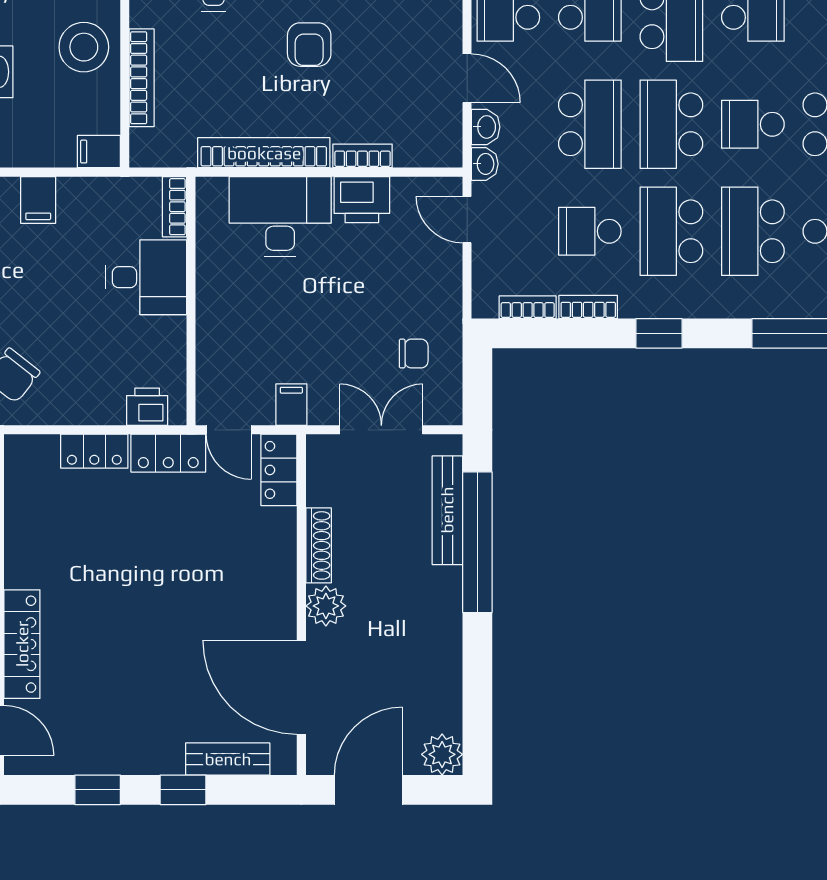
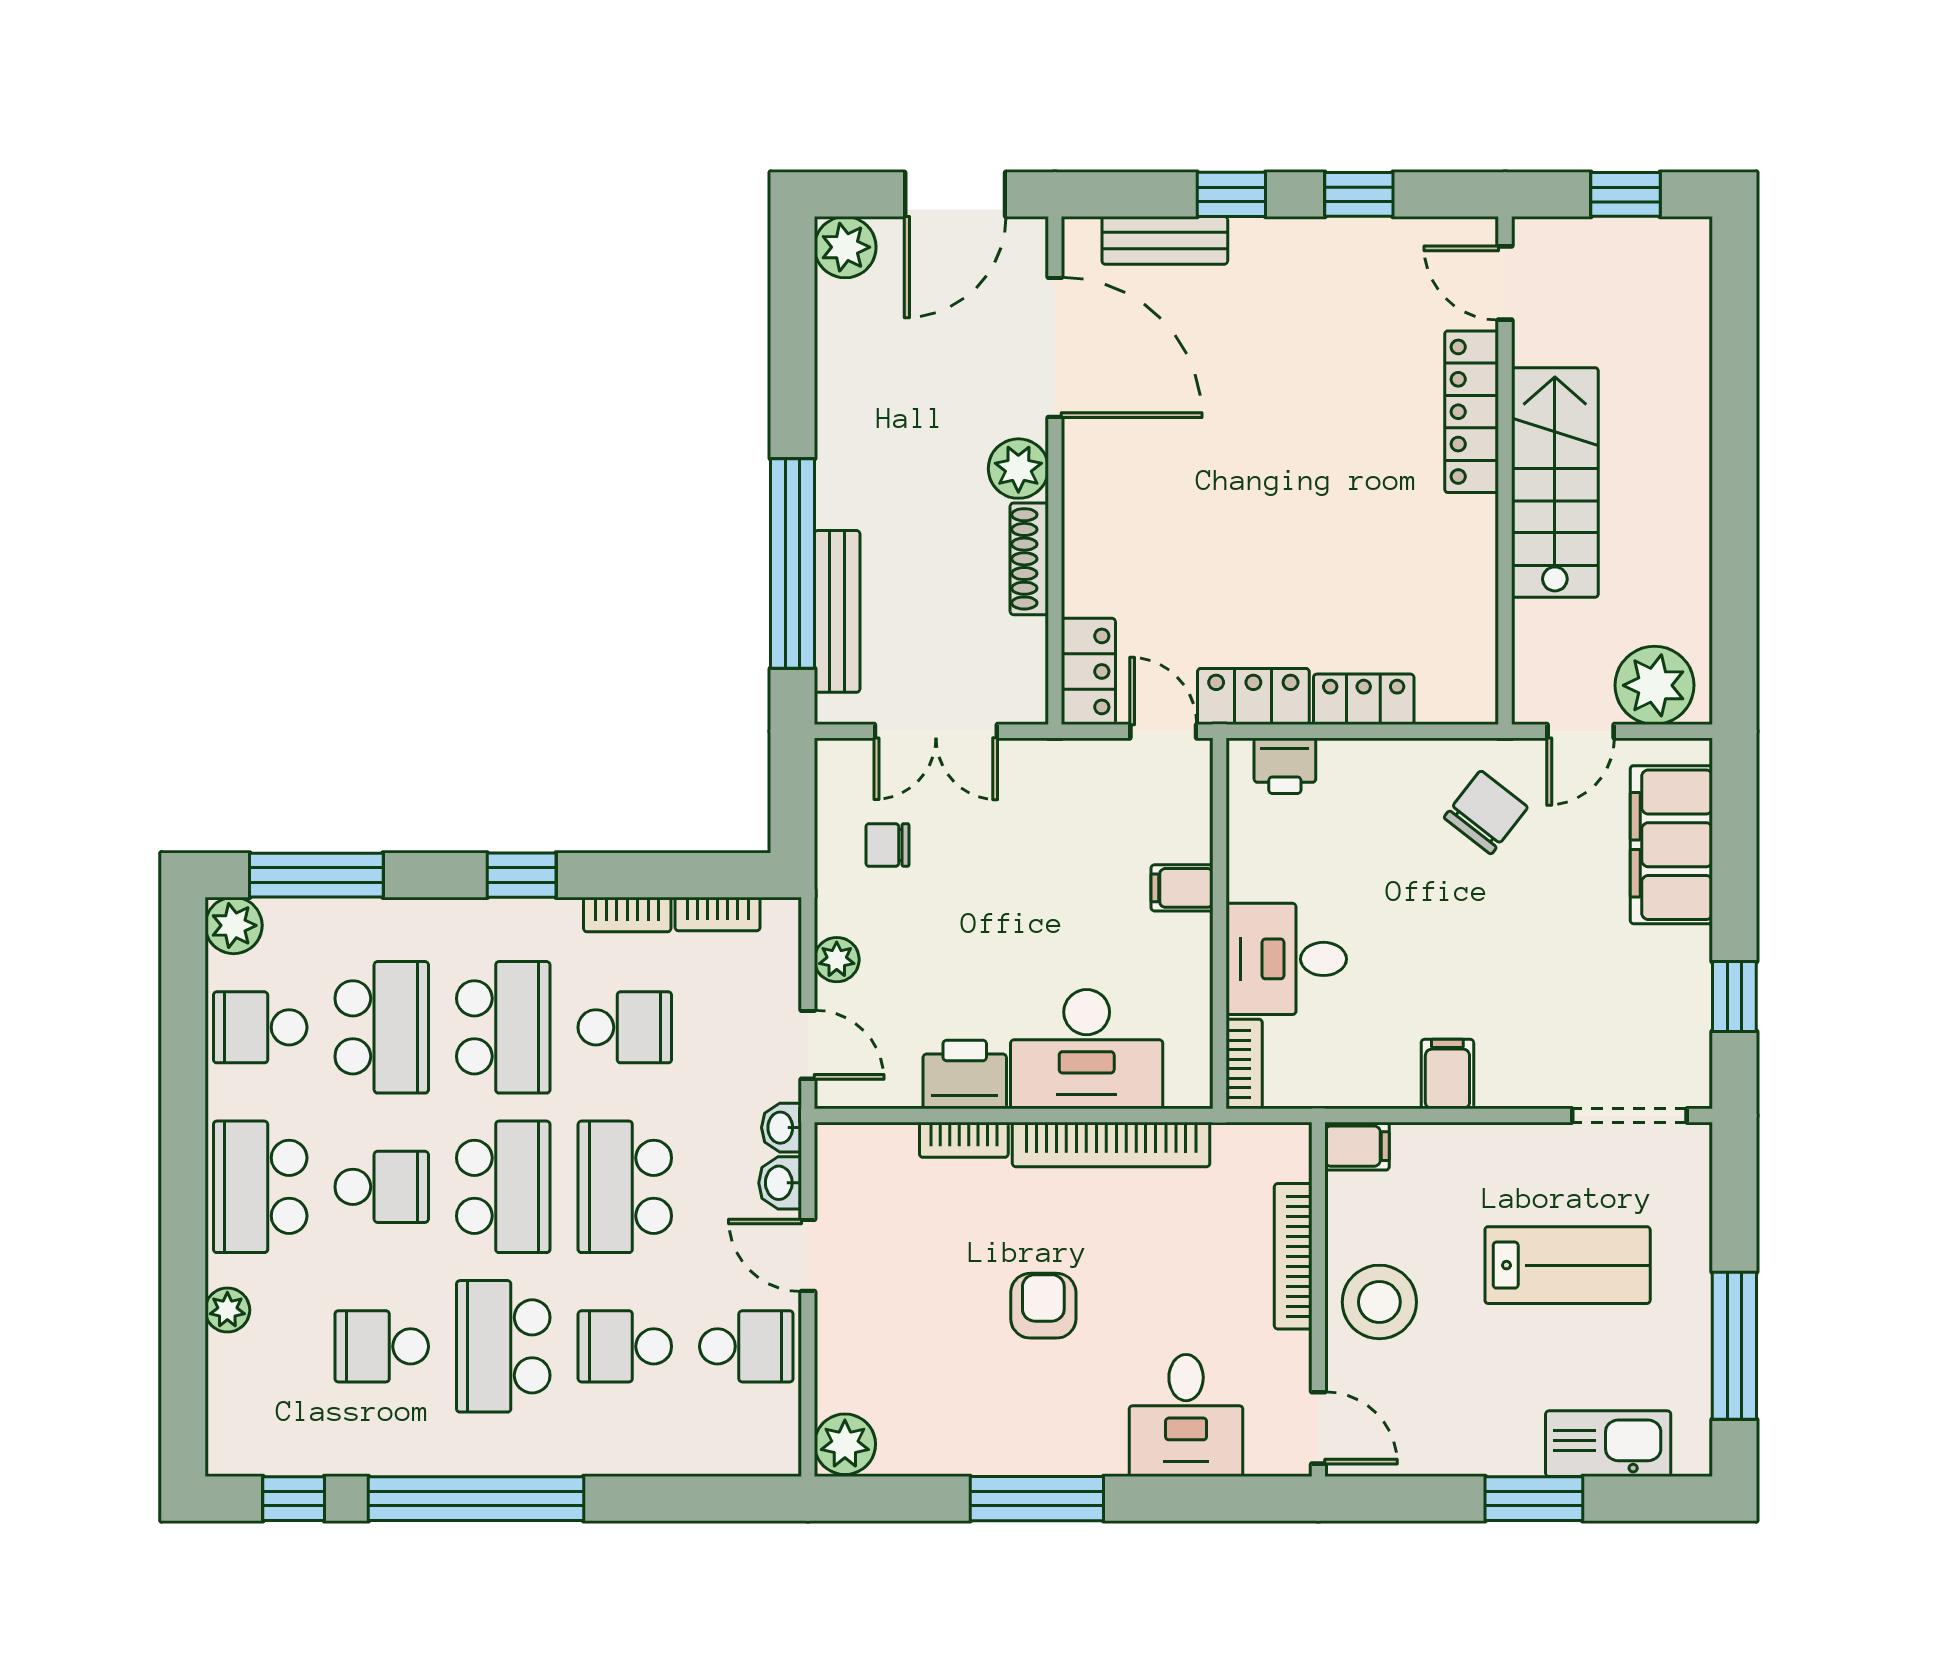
plant: (448, 277) -> (837, 960), added
filing cabinet: (291, 405) -> (1182, 888), moved, turned 90

